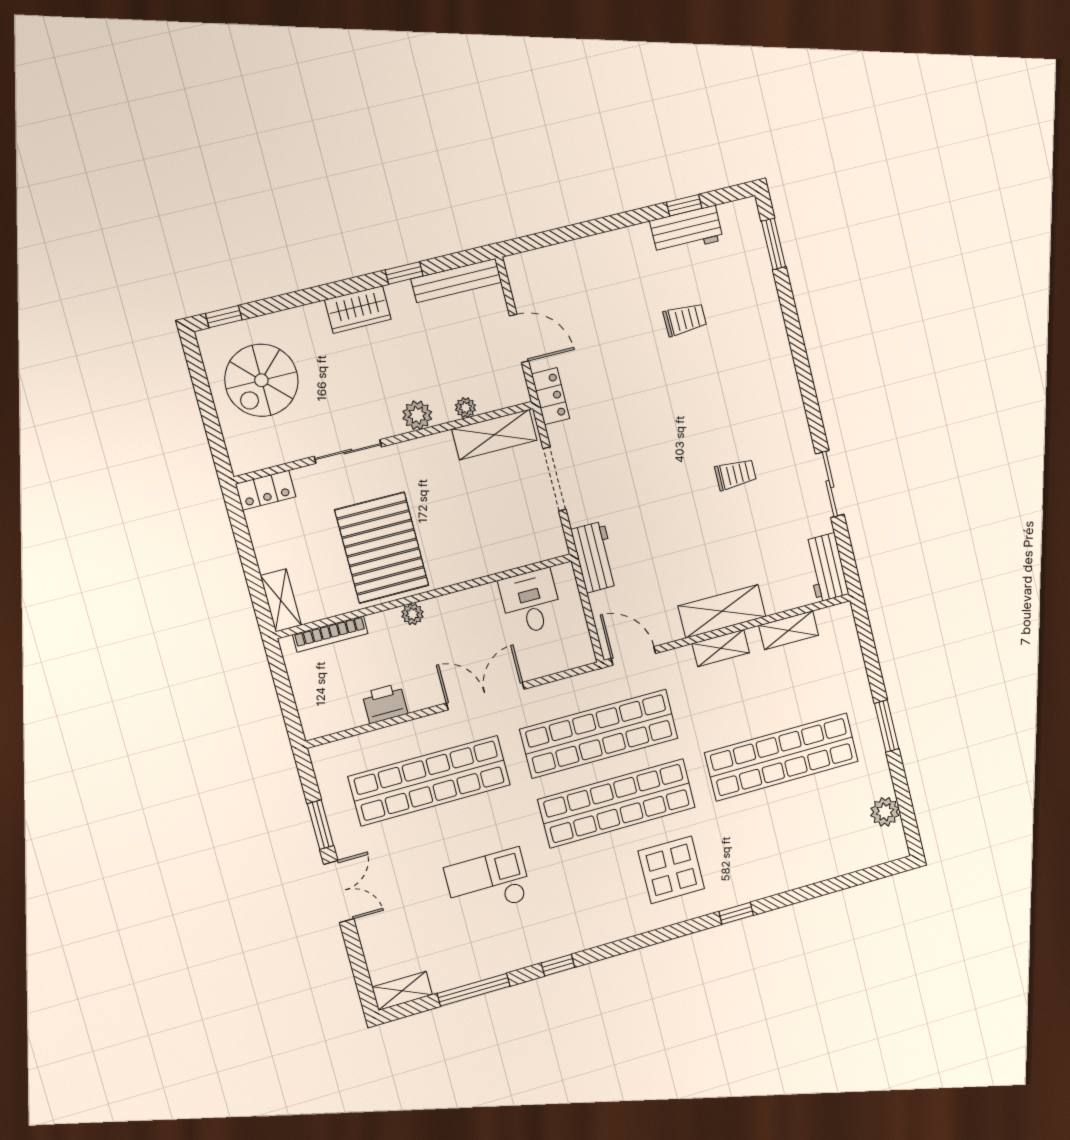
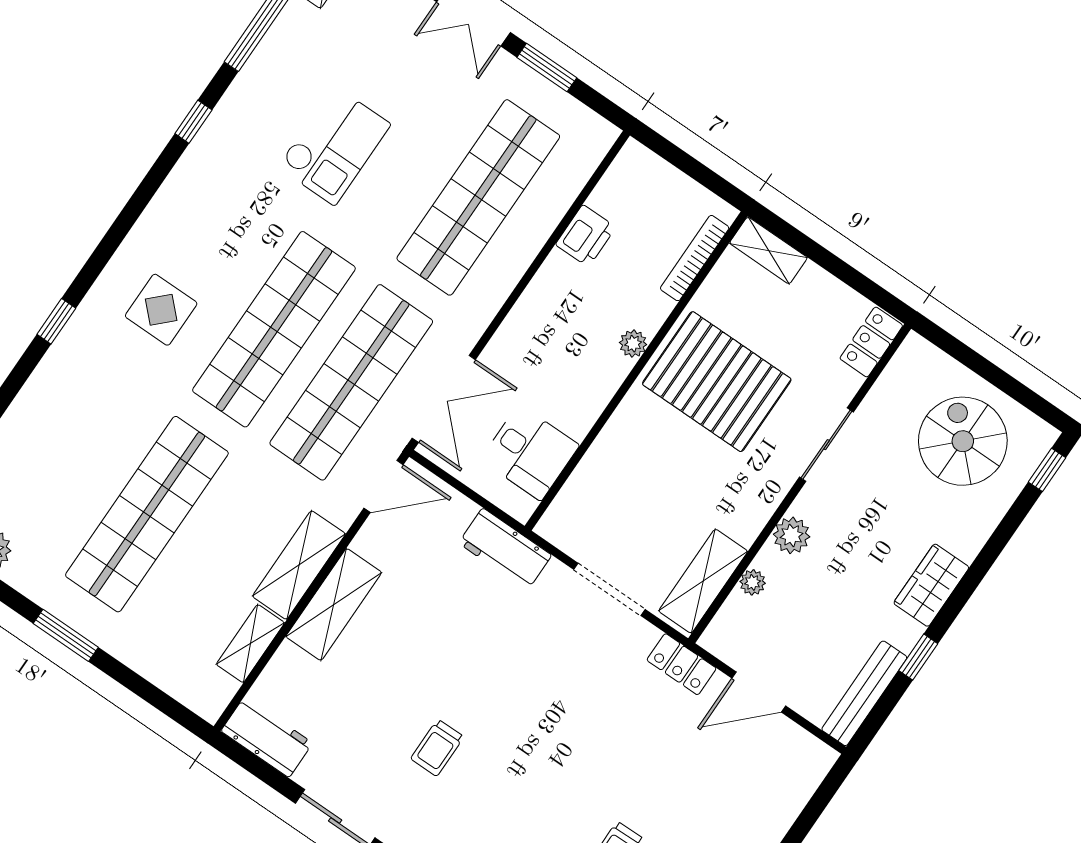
shelving: (721, 648) -> (299, 565), width x1.50, depth x1.33
double door: (485, 696) -> (444, 399), moved
display table: (671, 870) -> (161, 310), width x0.73, depth x0.73

